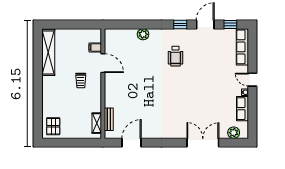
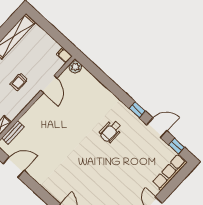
plant: (143, 34) -> (75, 67), moved
filing cabinet: (95, 47) -> (64, 55), moved

